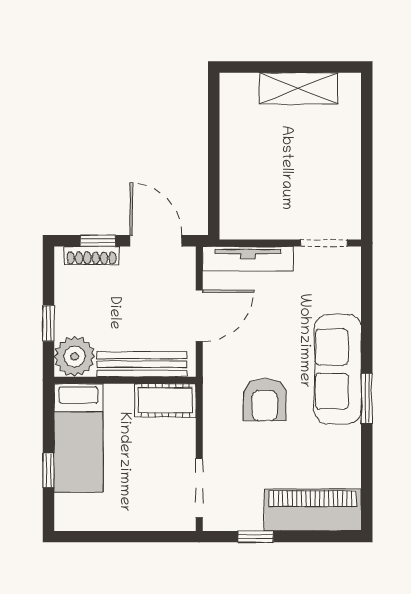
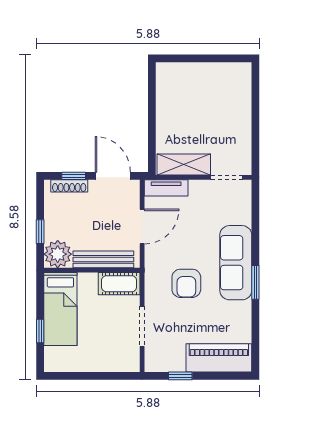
shelving: (299, 88) -> (184, 164), moved
tv unit: (248, 259) -> (166, 188), width x0.71
doorway: (199, 488) -> (142, 326), moved

